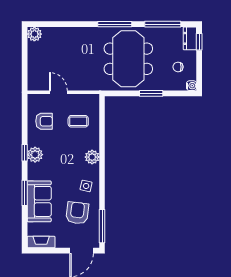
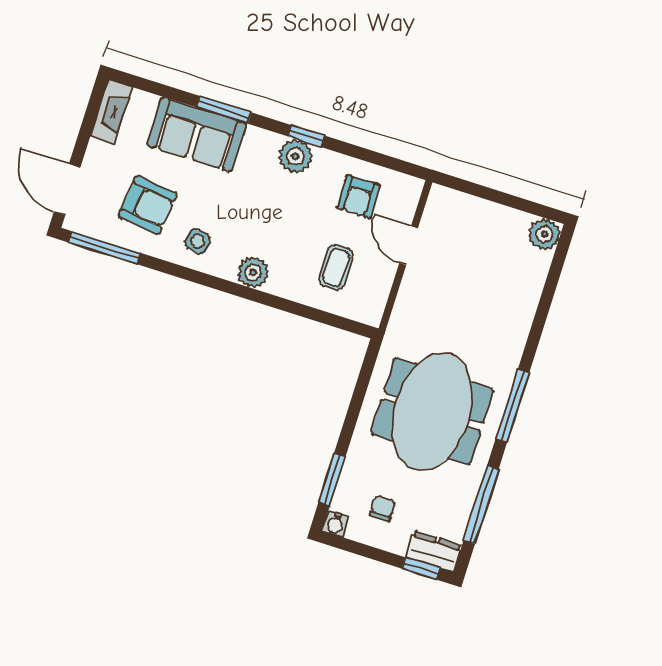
meeting table: (128, 59) -> (432, 411), turned 90
door: (58, 92) -> (409, 245), swing flipped
window: (151, 93) -> (332, 479), moved

